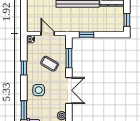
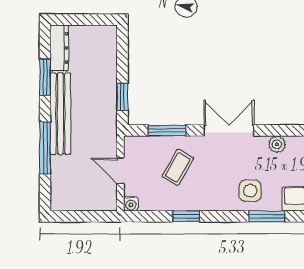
window: (127, 20) -> (94, 20), removed
door: (48, 34) -> (120, 171), hinge flipped
side table: (39, 90) -> (250, 191), moved

